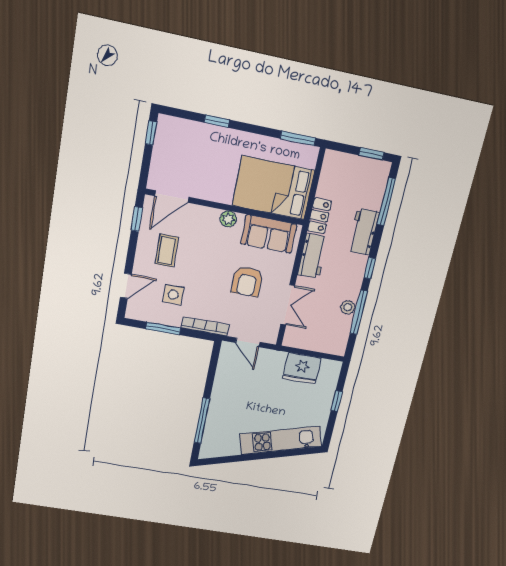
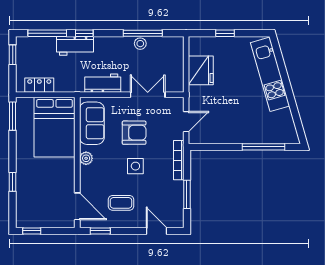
locker: (319, 216) -> (39, 85), moved
window: (370, 268) -> (84, 33), moved
side table: (173, 295) -> (135, 166), moved

